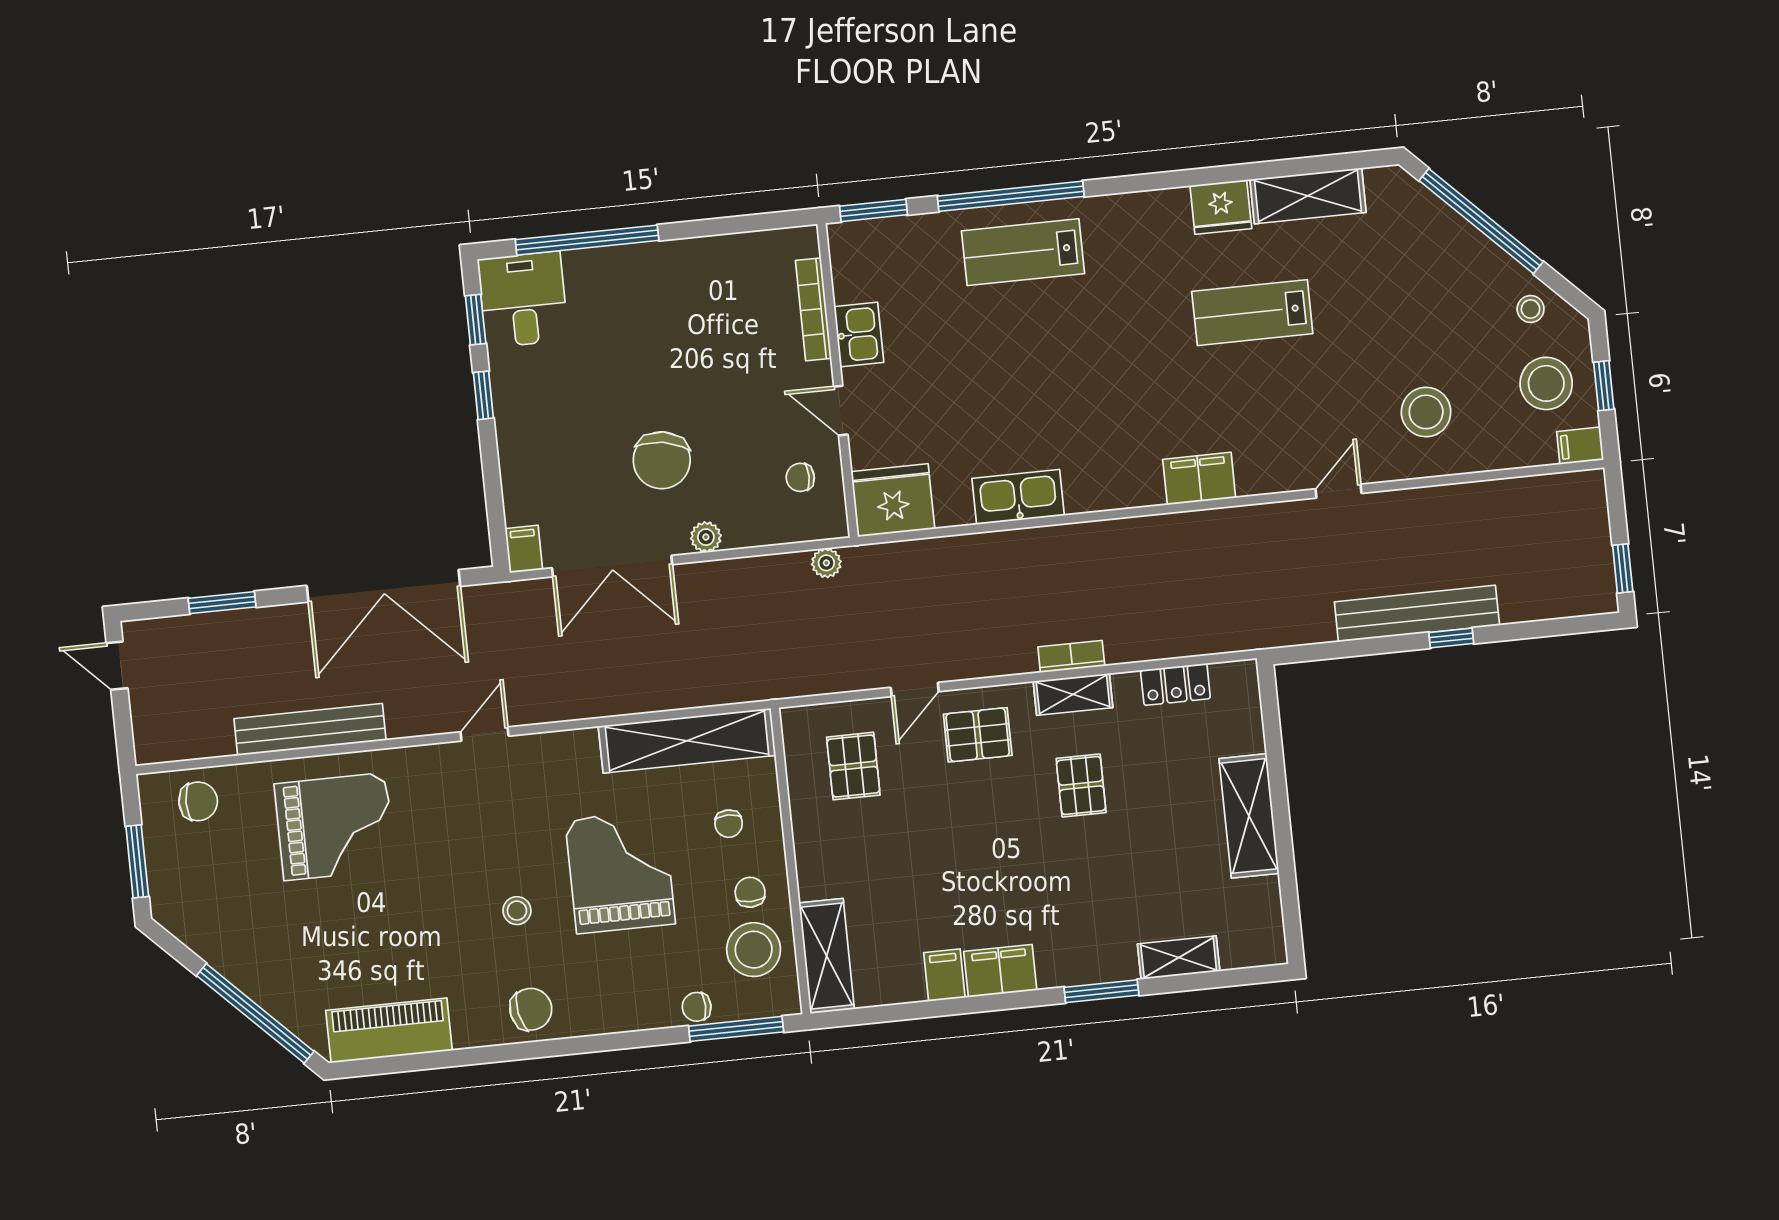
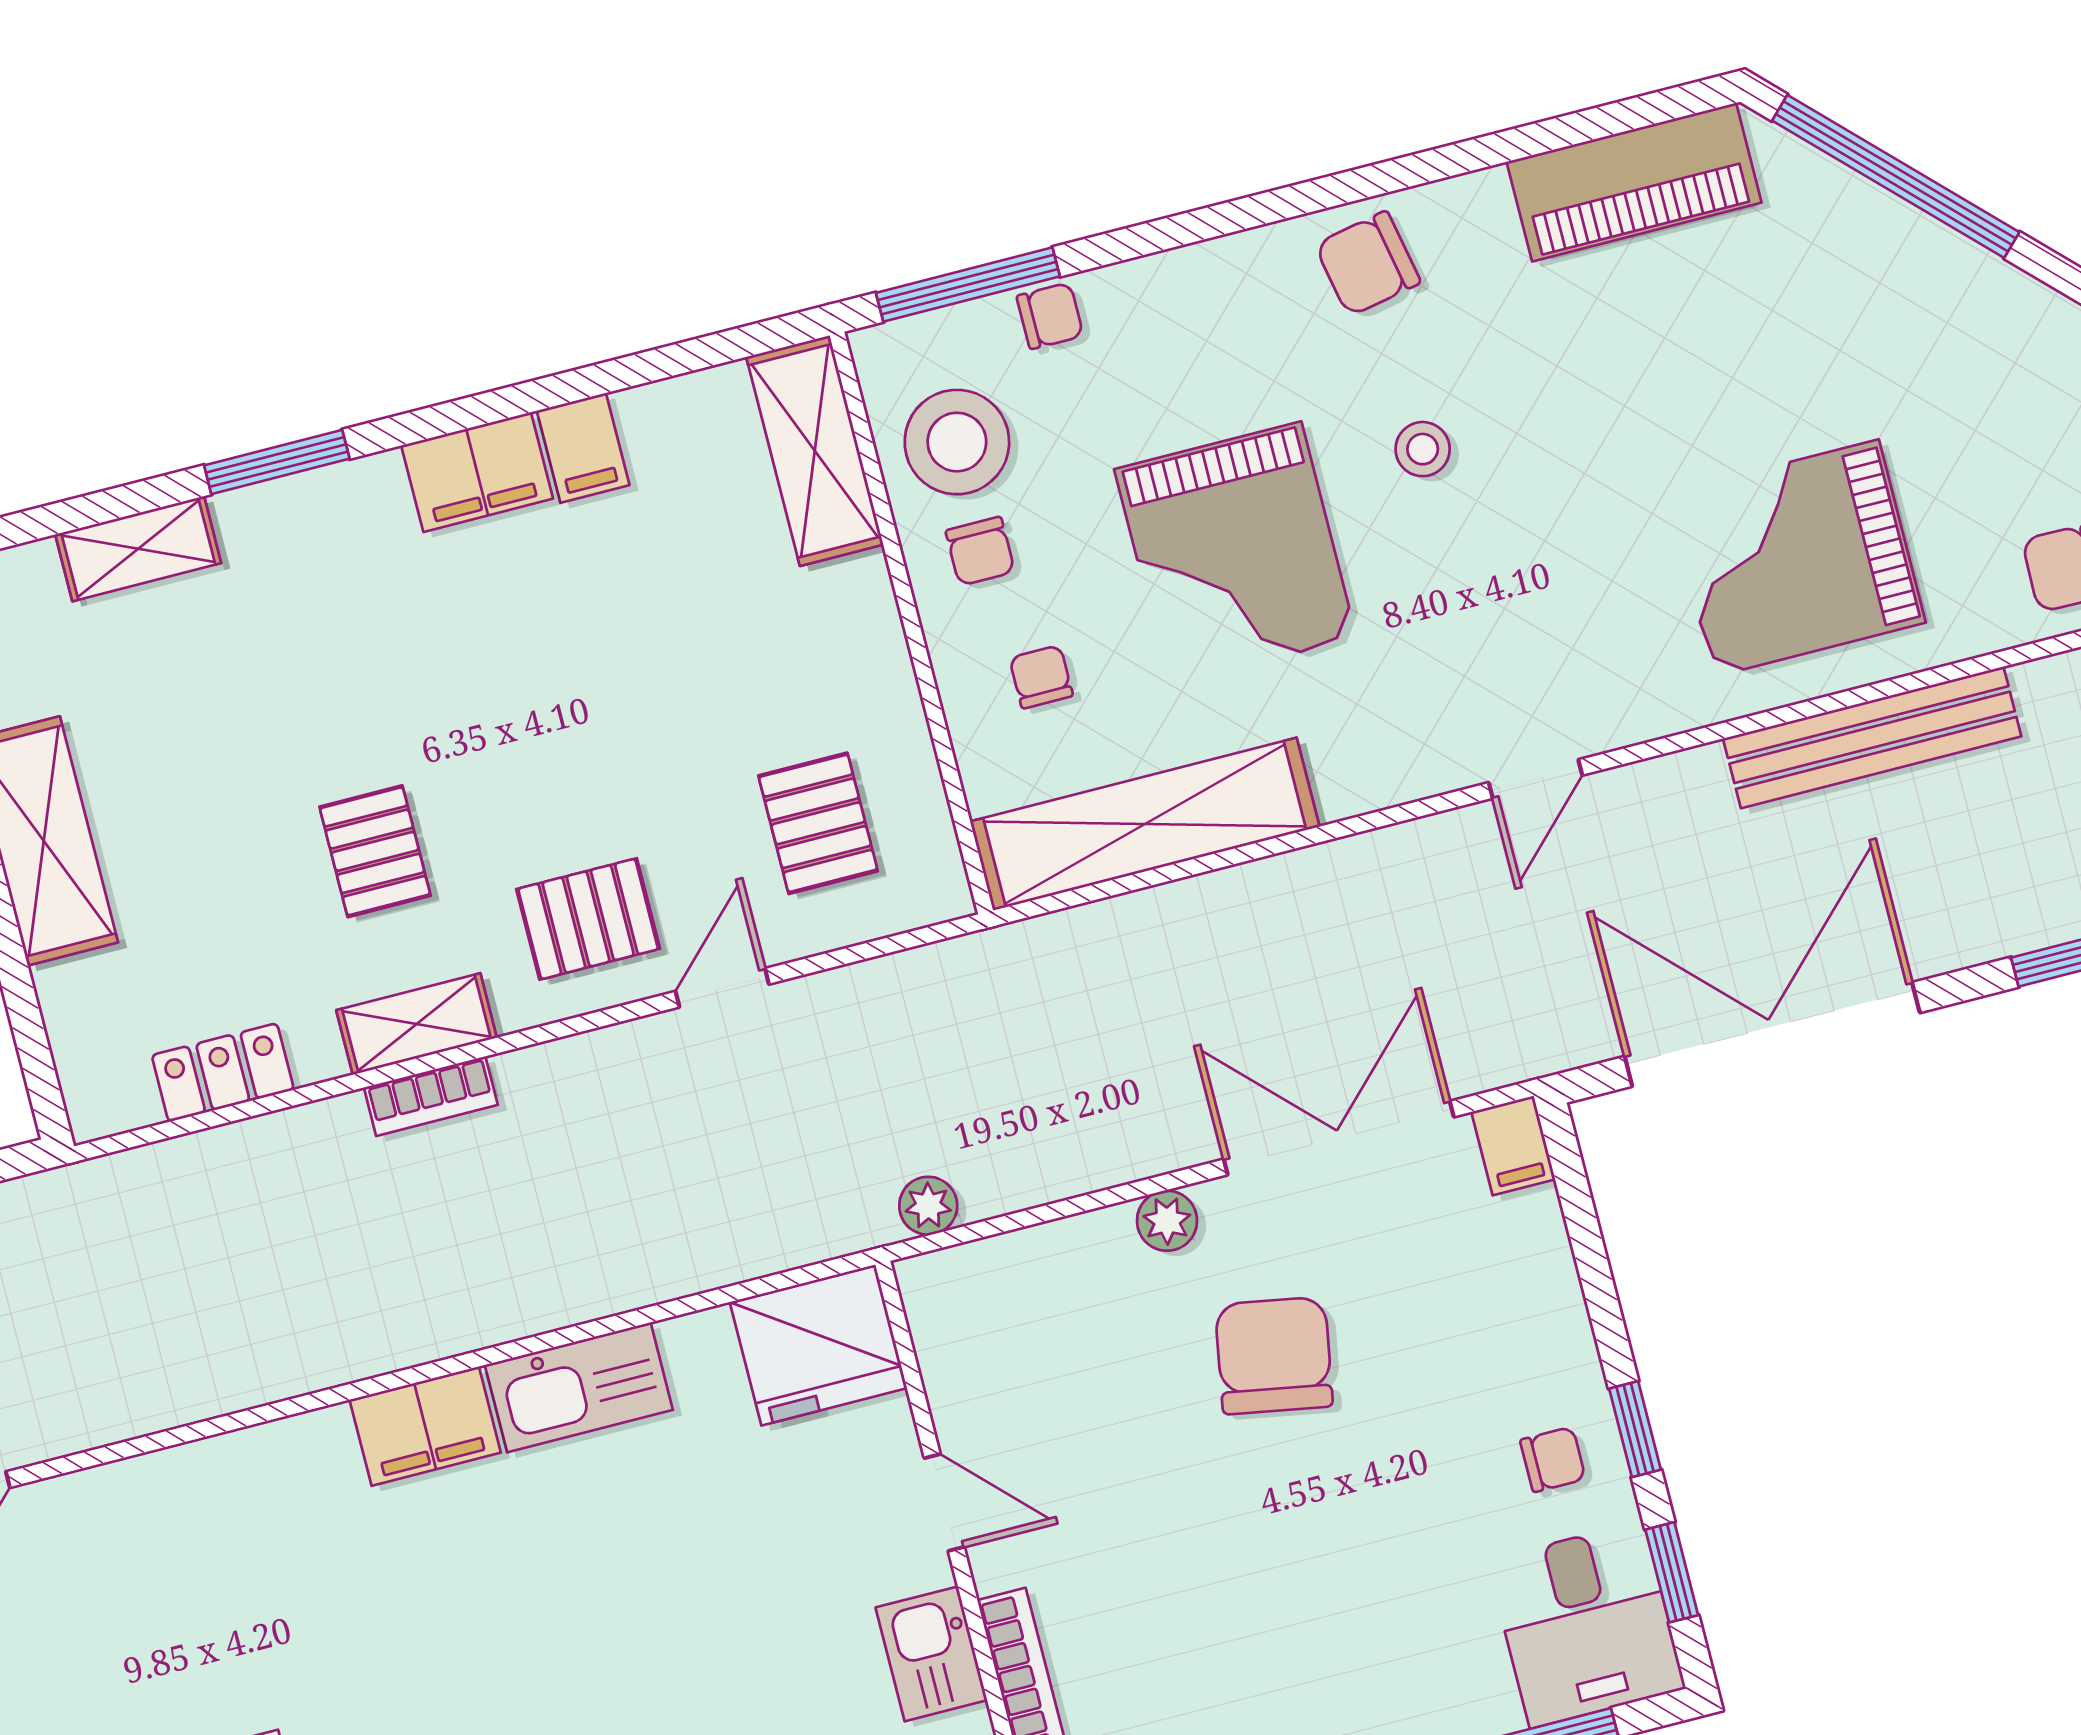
chair: (800, 477) -> (1553, 1459), moved
filing cabinet: (1199, 479) -> (425, 1426), moved

